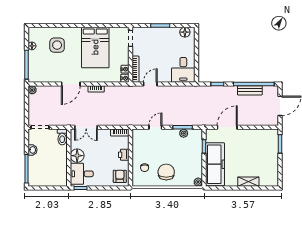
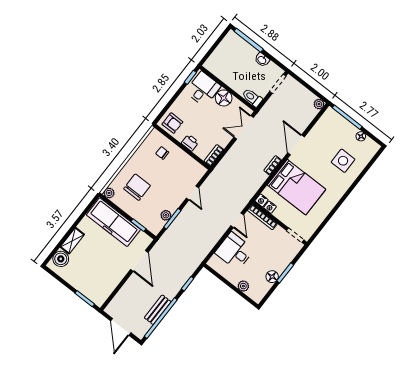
floor lamp: (185, 32) -> (272, 277), moved
plant: (190, 46) -> (243, 286), added
bed: (95, 47) -> (296, 187), moved, turned 180
desk: (183, 70) -> (235, 251), moved
chair: (166, 172) -> (137, 187), moved, turned -90
boiler: (266, 180) -> (61, 259), added

